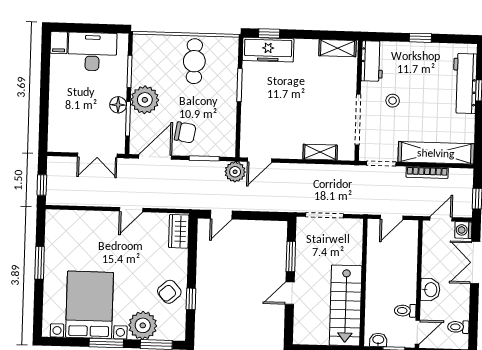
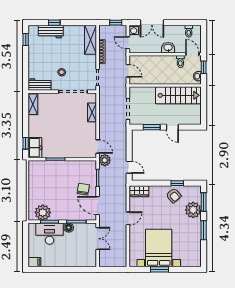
window: (420, 38) -> (26, 39), moved
freezer: (268, 50) -> (35, 148), width x0.71
desk: (92, 52) -> (49, 234), moved, turned 90
cafe table: (194, 61) -> (43, 185), removed
workbench: (465, 83) -> (51, 32), width x0.73
plant: (145, 100) -> (43, 212), moved
shelving: (436, 153) -> (90, 40), width x0.68
window: (42, 185) -> (115, 269), removed
door: (131, 210) -> (128, 218), hinge flipped
bed with nightstands: (89, 305) -> (159, 248), moved, turned 90

